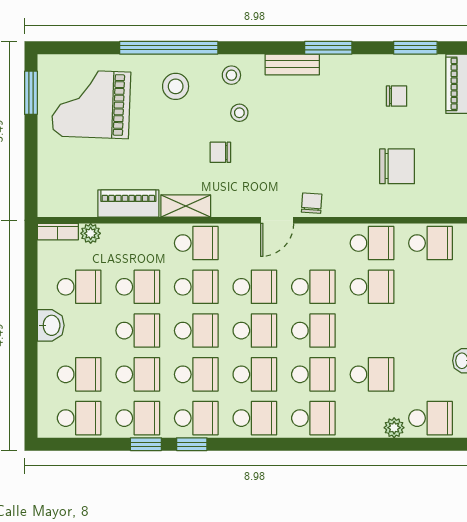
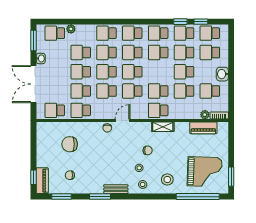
window: (169, 48) -> (198, 197), moved
piano: (128, 204) -> (203, 128), moved
school desk: (196, 331) -> (81, 72), moved
window: (192, 444) -> (201, 22), moved

